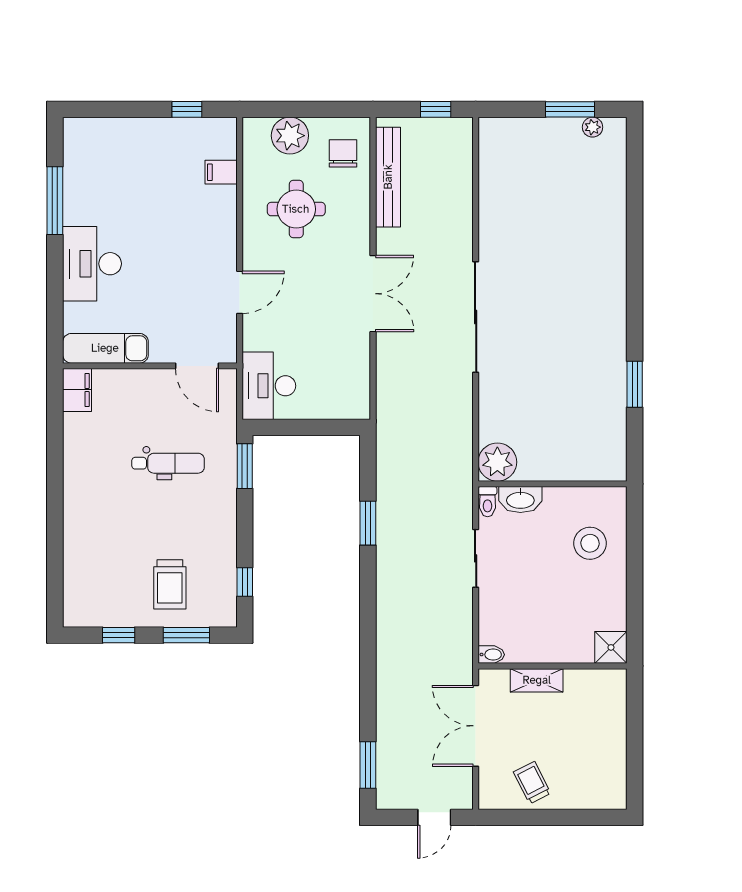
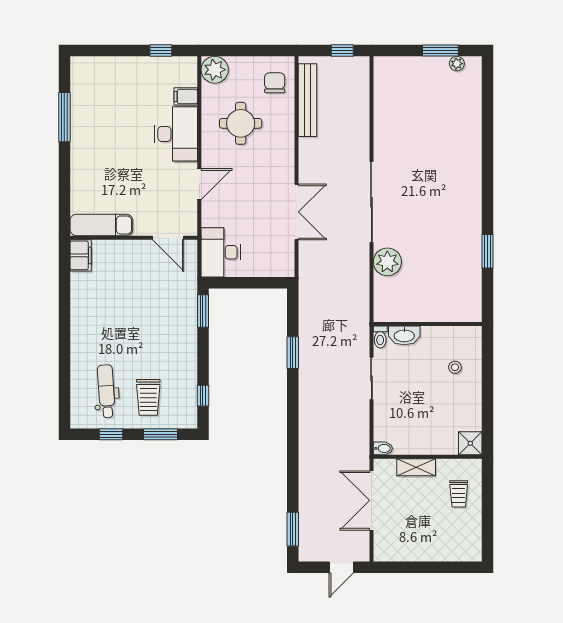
plant: (290, 136) -> (215, 70), moved
desk: (92, 264) -> (176, 134), moved, turned 180
double door: (373, 294) -> (297, 212), moved
plant: (497, 462) -> (387, 262), moved
dental chair: (168, 463) -> (106, 391), moved, turned -94
stool: (590, 543) -> (455, 367), width x0.53, depth x0.53
trolley: (532, 783) -> (459, 494), moved, turned -153

